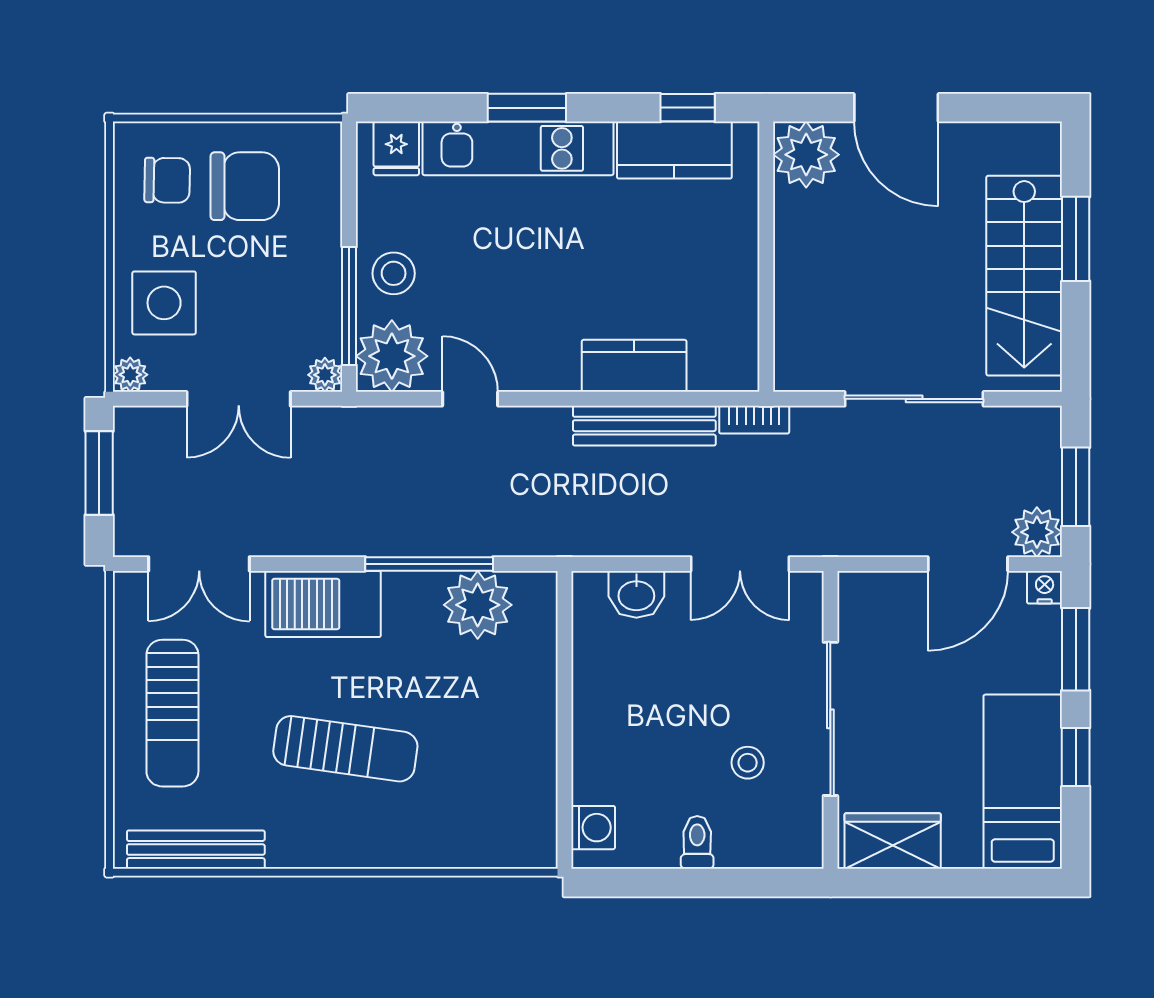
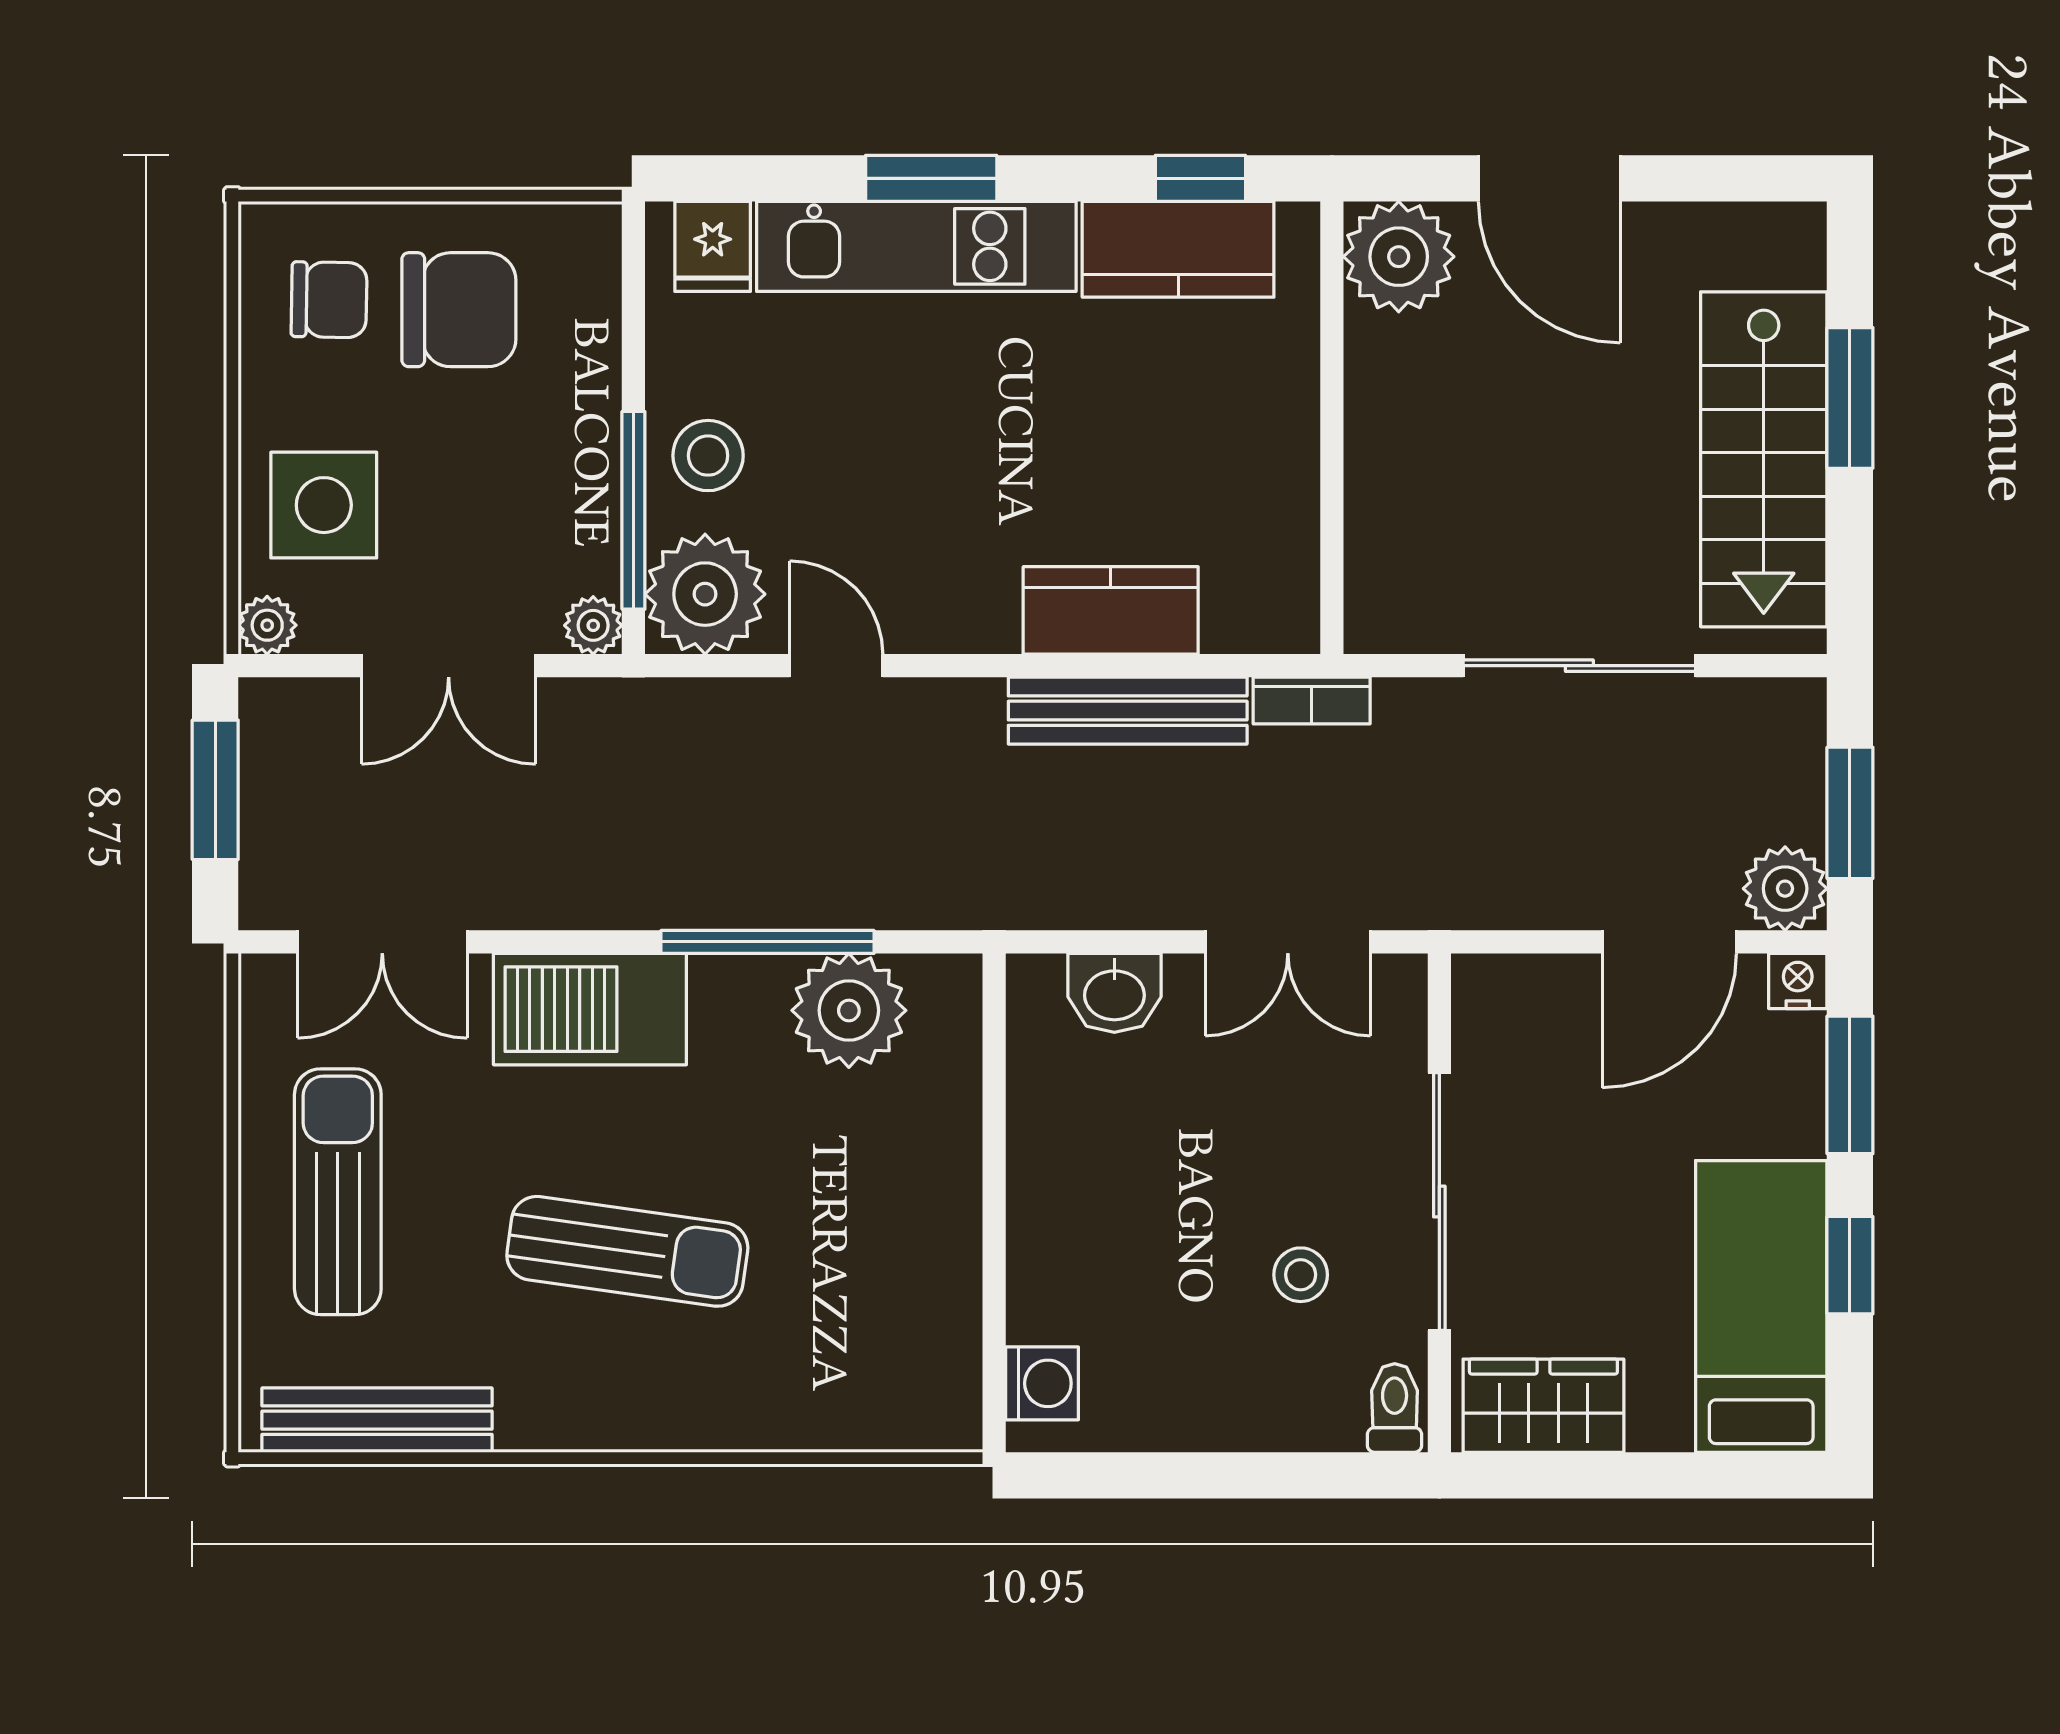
sun lounger: (172, 713) -> (338, 1192), turned 180
toilet: (697, 842) -> (1395, 1408), moved

